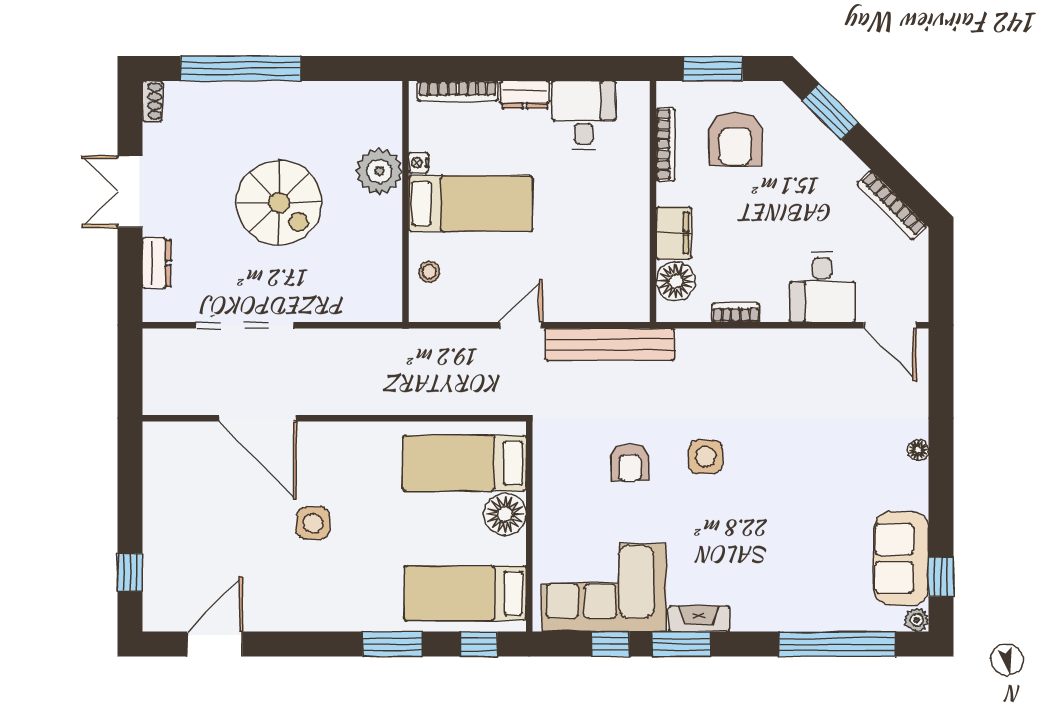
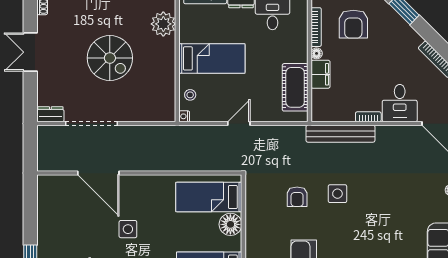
nightstand: (418, 163) -> (184, 116), moved
plant: (379, 171) -> (163, 24), moved
cot: (626, 258) -> (295, 87), added
dresser: (157, 263) -> (50, 114), moved, turned -90
floor lamp: (676, 281) -> (317, 53), moved, width x0.53, depth x0.53
bookcase: (736, 313) -> (368, 117), moved
bench: (610, 344) -> (340, 134), moved

